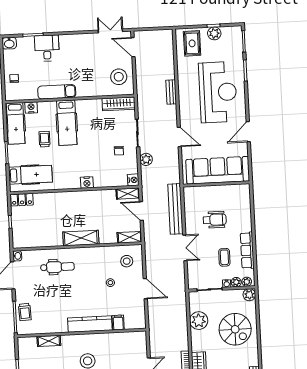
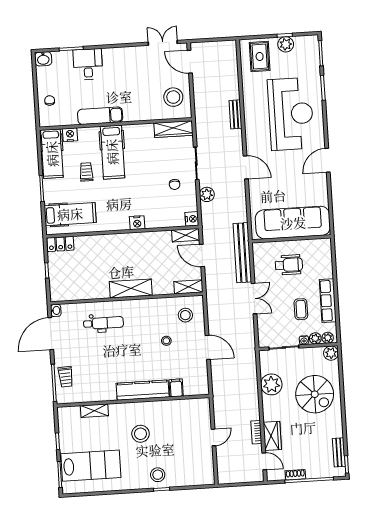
sofa: (218, 170) -> (293, 223), moved
wall: (216, 184) -> (291, 239), moved

